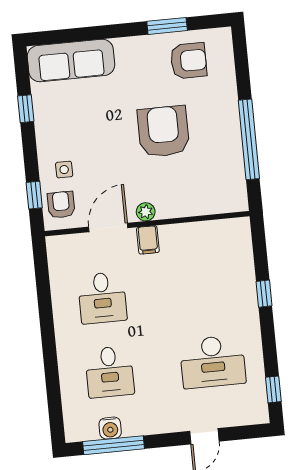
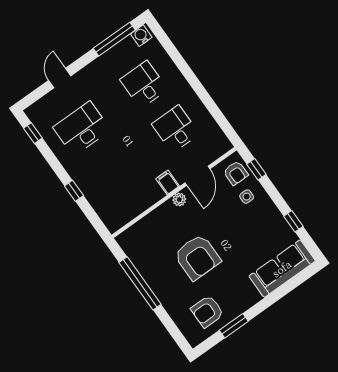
water cooler: (110, 428) -> (141, 36), moved

